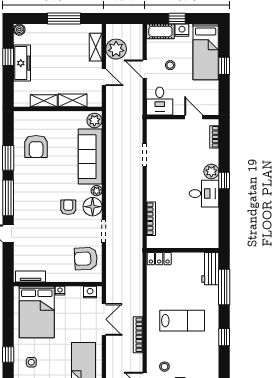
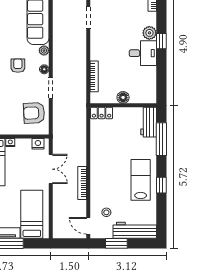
floor lamp: (93, 207) -> (44, 69), width x0.53, depth x0.53
floor lamp: (183, 242) -> (123, 97), added
lab bench: (182, 321) -> (141, 180), moved, turned -90

